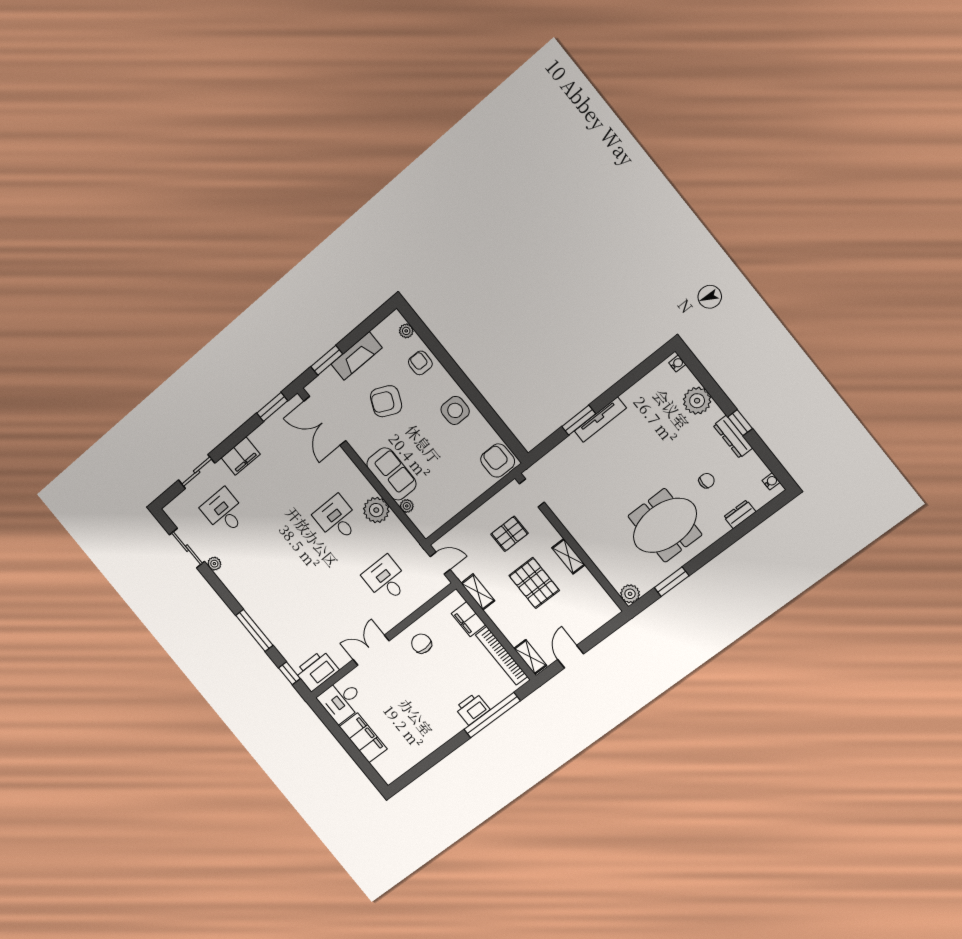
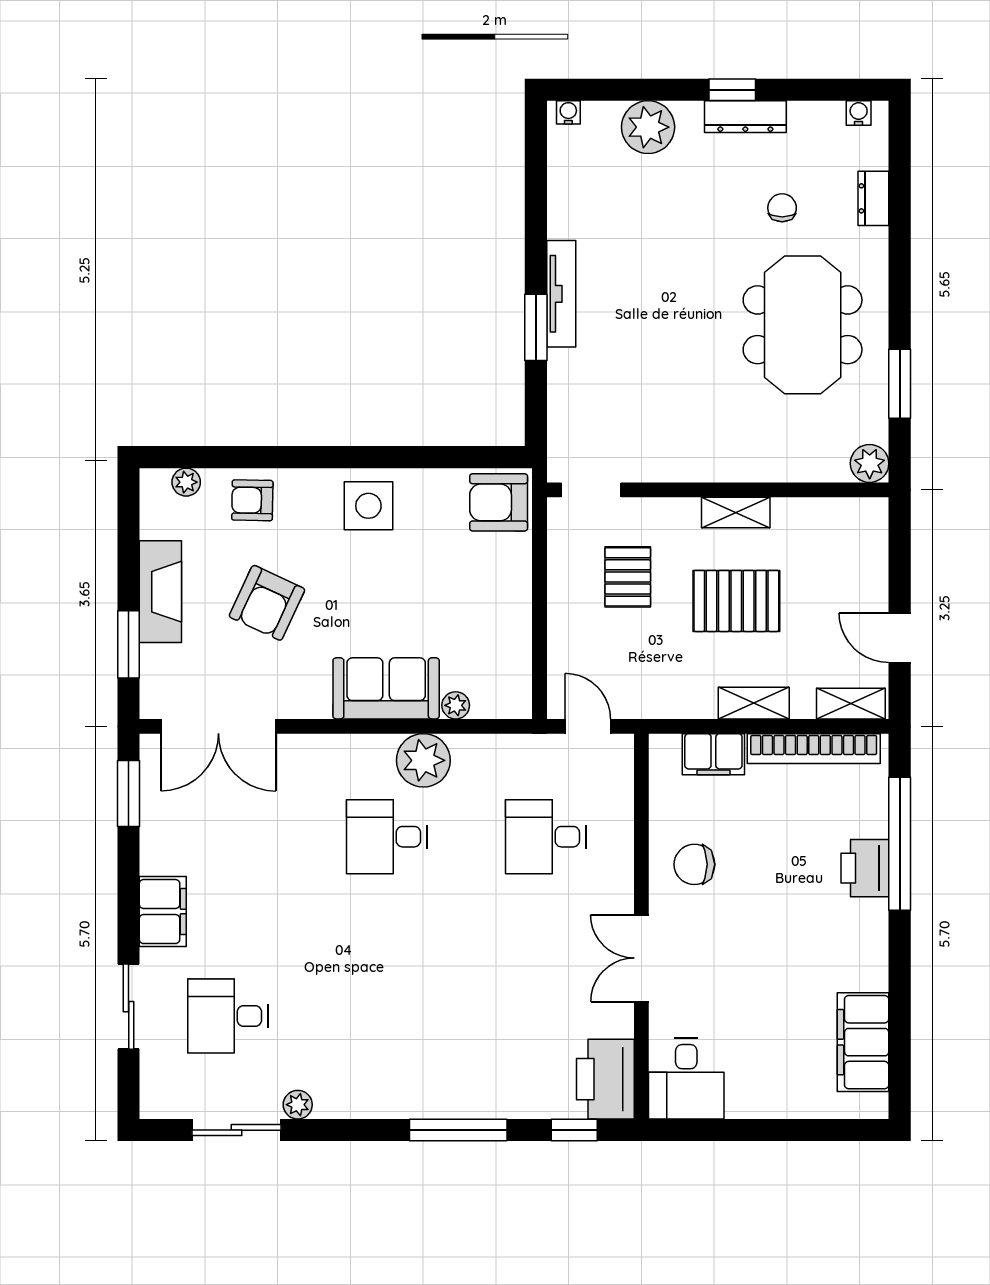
door: (440, 563) -> (588, 726), hinge flipped
shelving: (478, 592) -> (754, 703), moved
filing cabinet: (363, 738) -> (863, 1042), moved, turned -90

